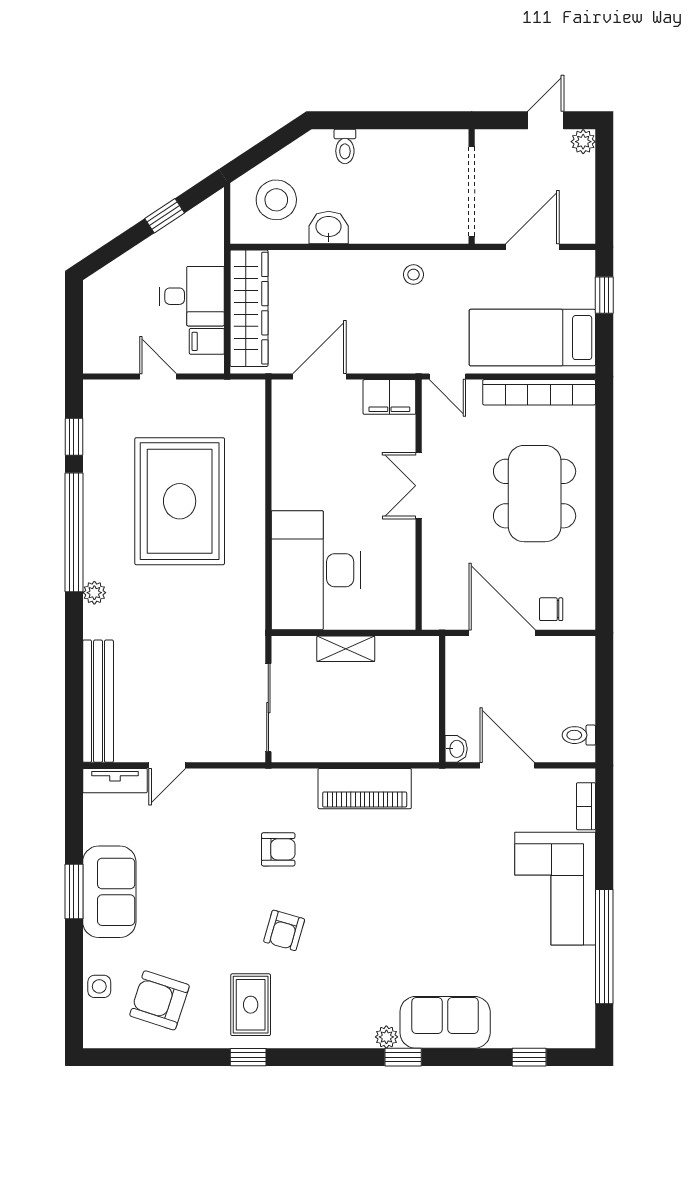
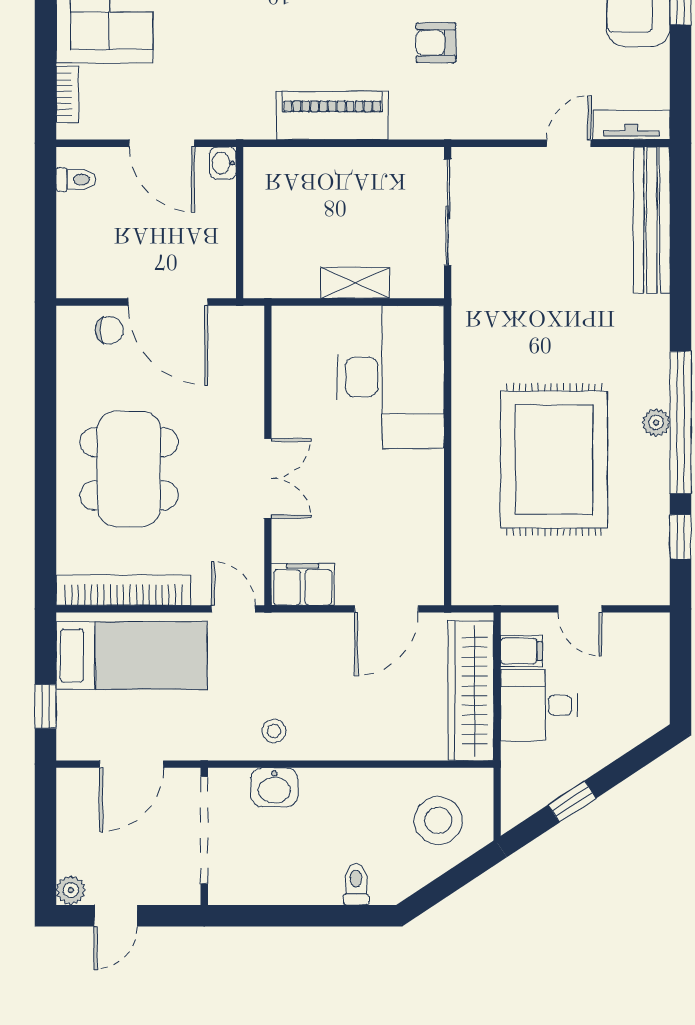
washbasin: (329, 227) -> (274, 787), moved
plant: (94, 593) -> (656, 422), moved

